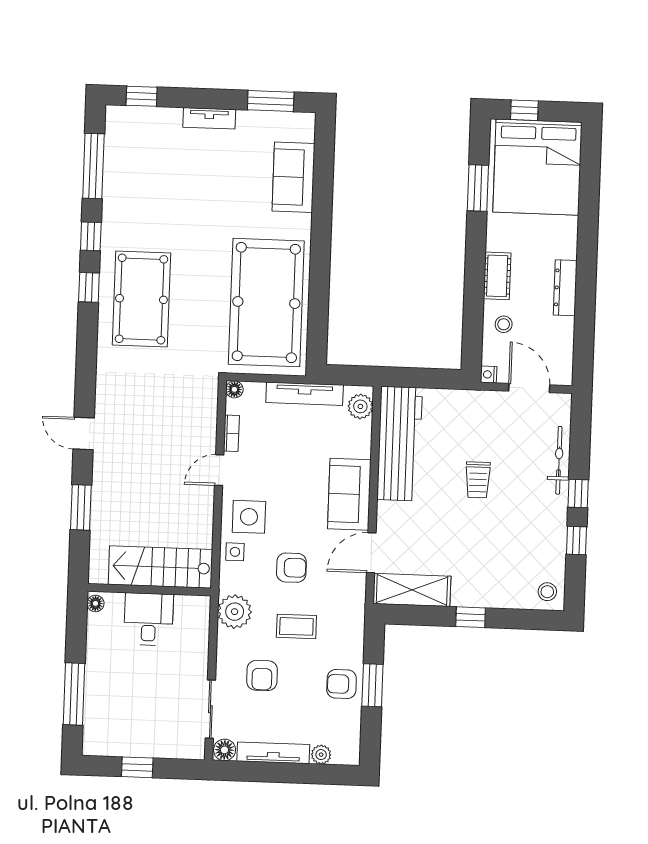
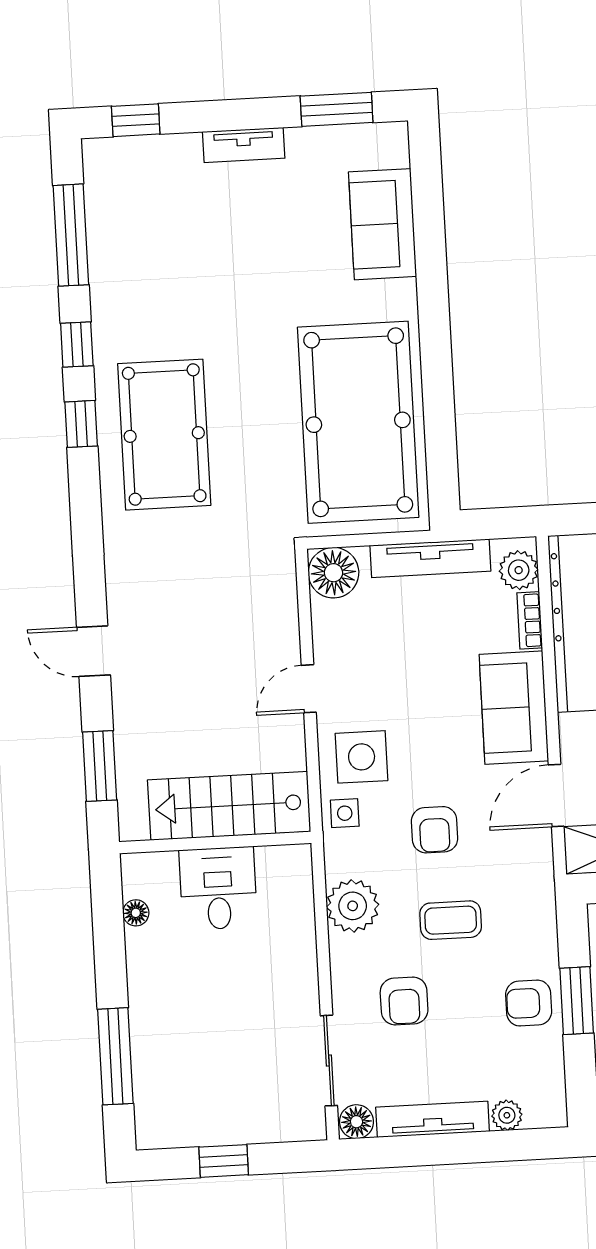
floor lamp: (234, 389) -> (333, 573), width x1.89, depth x1.89
bookcase: (231, 433) -> (530, 620), moved, turned 180
stairs: (160, 567) -> (229, 806), moved
armchair: (291, 568) -> (435, 830), turned 90
wall: (149, 590) -> (215, 842), moved
desk: (149, 619) -> (218, 888), moved

